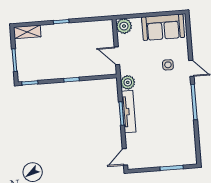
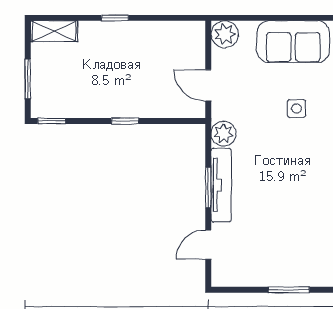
door: (125, 157) -> (208, 245), moved

